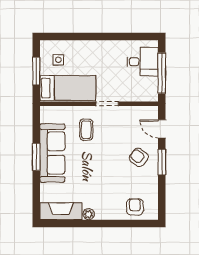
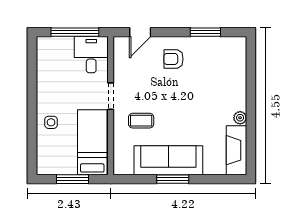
side table: (58, 60) -> (51, 122), moved
desk: (143, 62) -> (91, 55), moved
armchair: (139, 157) -> (173, 59), turned 53
window: (162, 162) -> (205, 32), moved
armchair: (135, 207) -> (232, 64), removed

